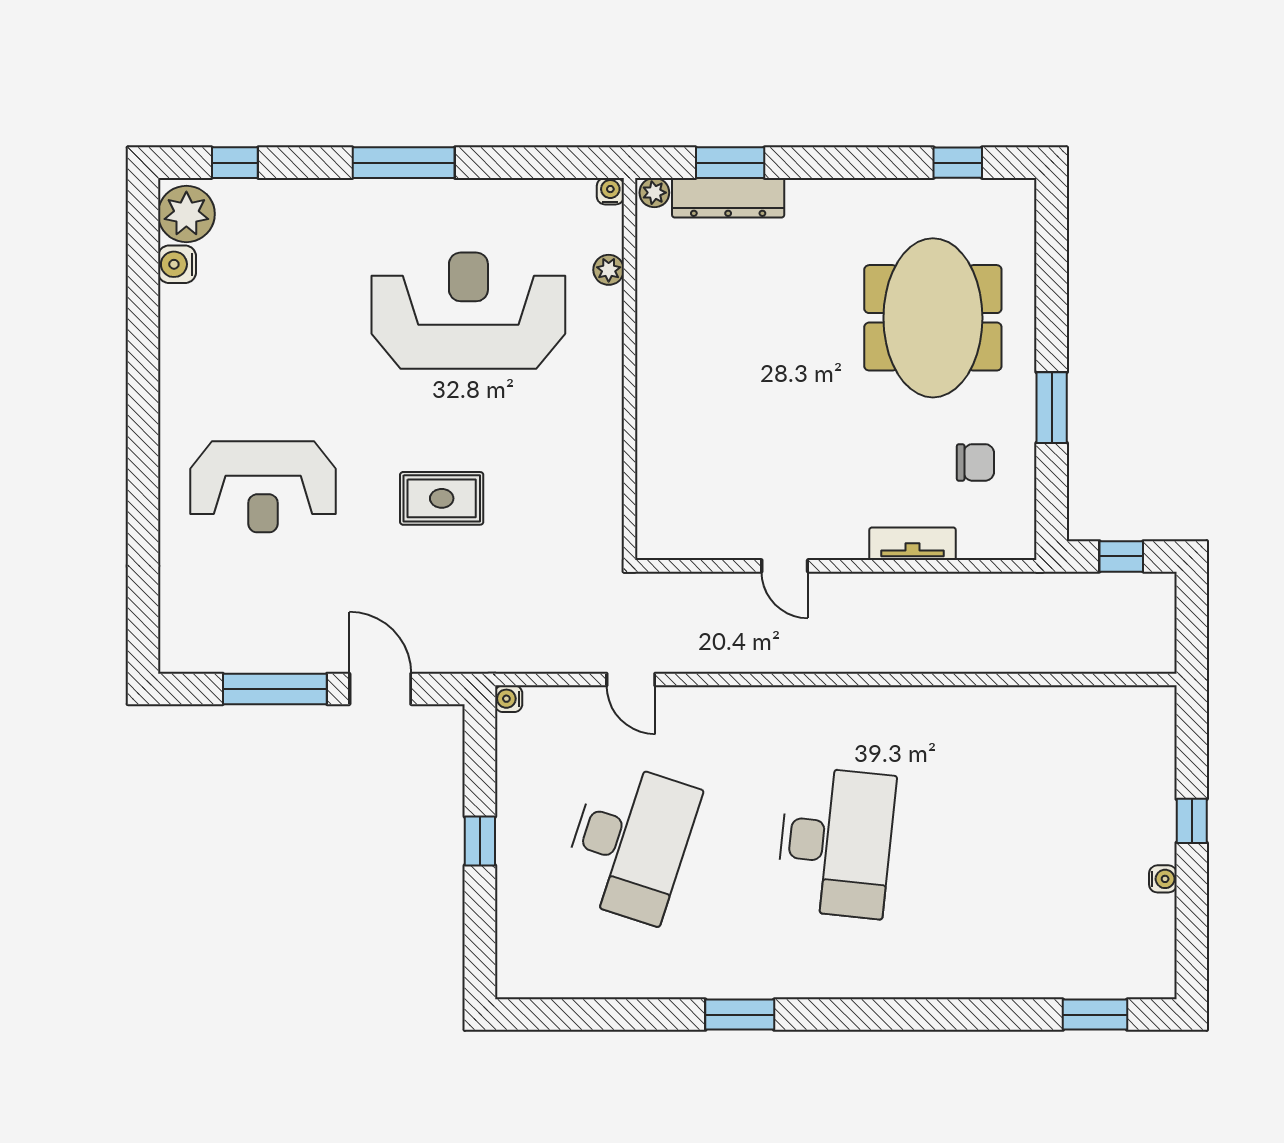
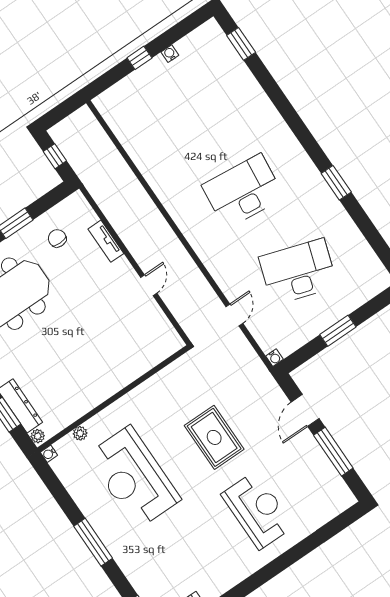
rug: (442, 498) -> (214, 437), width x1.36, depth x1.43
window: (480, 841) -> (338, 331), width x1.50

